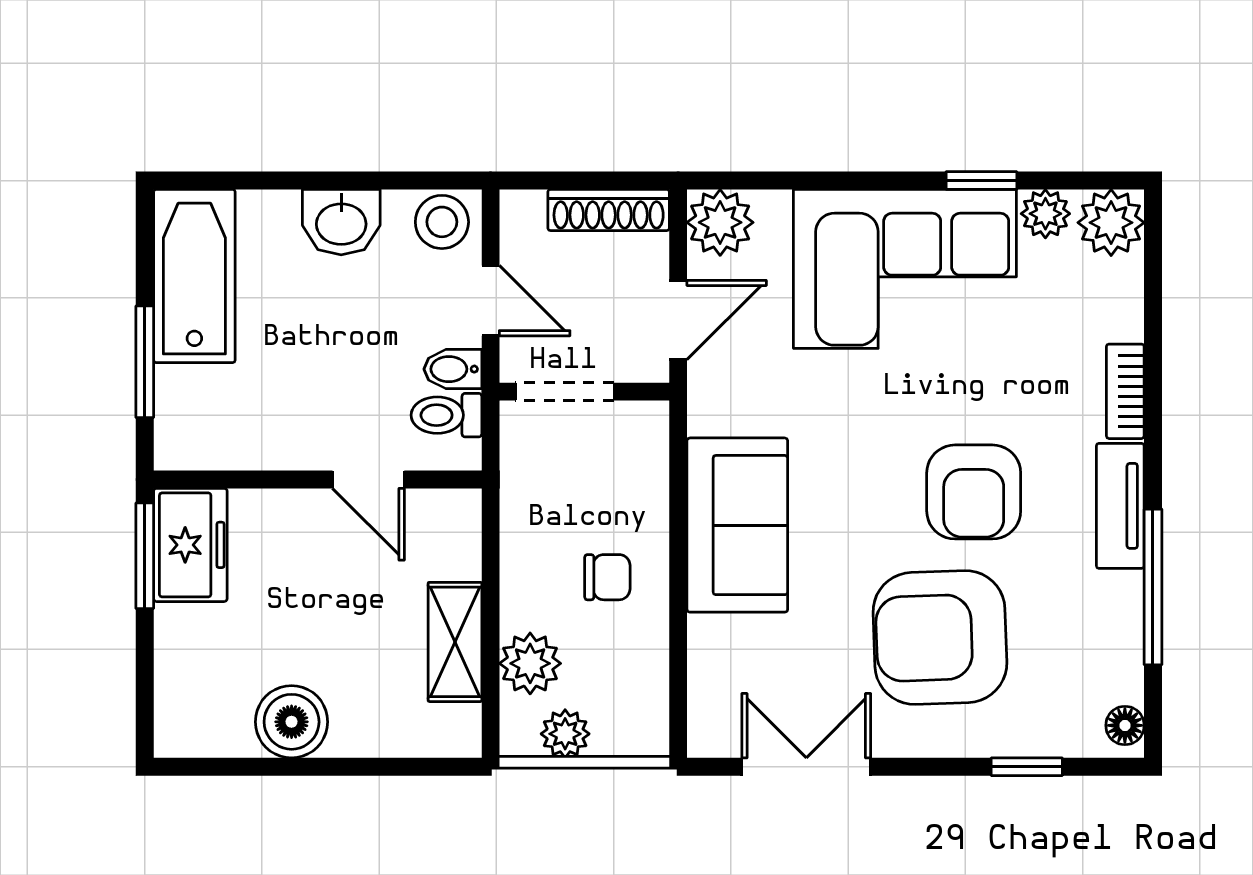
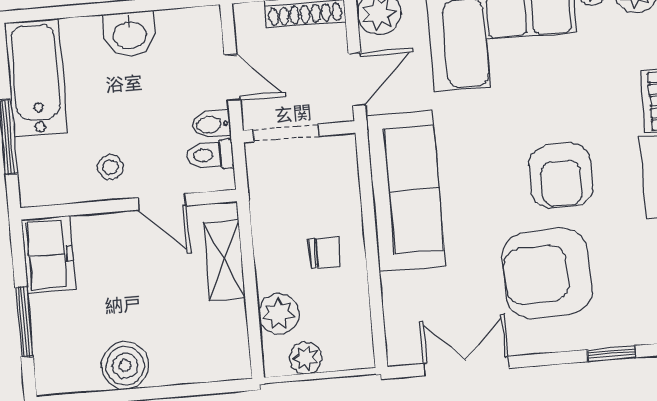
stool: (442, 222) -> (110, 167), moved, width x0.73, depth x0.73
sofa: (737, 525) -> (405, 190), width x1.36
window: (145, 556) -> (24, 321), moved
shelving: (455, 642) -> (224, 260), moved

